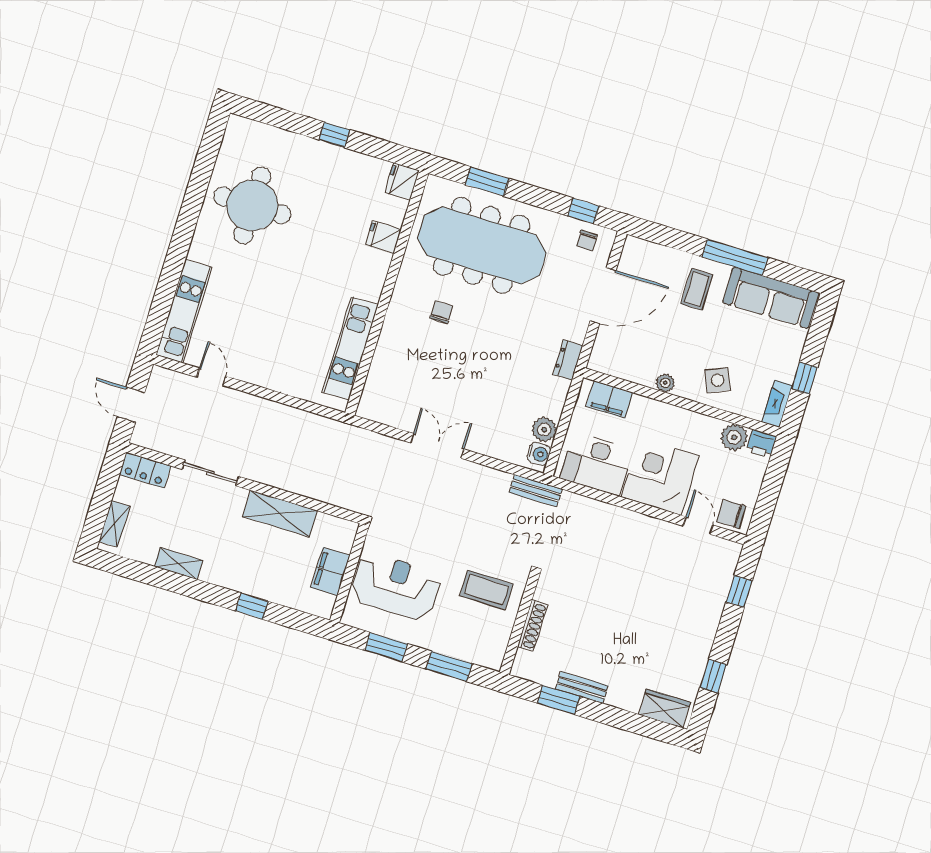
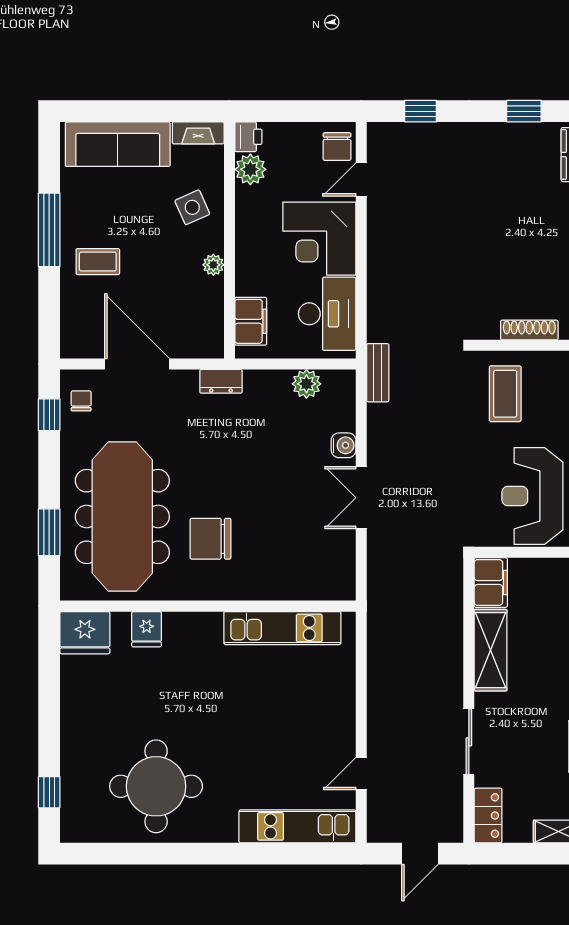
window: (334, 135) -> (49, 792), moved
fridge: (402, 182) -> (85, 633), width x1.36, depth x1.34
chair: (587, 241) -> (81, 401), turned -90
sofa: (771, 298) -> (118, 144), moved, turned 90
chair: (441, 312) -> (211, 539), width x1.87, depth x1.87
window: (804, 378) -> (160, 111), removed
water cooler: (539, 454) -> (344, 445), moved, turned 90
filing cabinet: (330, 571) -> (491, 582), moved, turned -90

